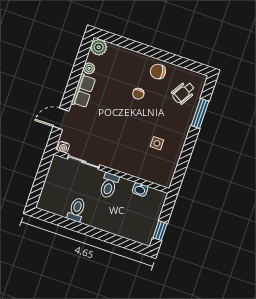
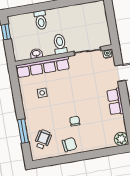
plant: (89, 68) -> (120, 120), removed
row of seats: (141, 171) -> (43, 67), added
toilet: (77, 210) -> (41, 20), moved

